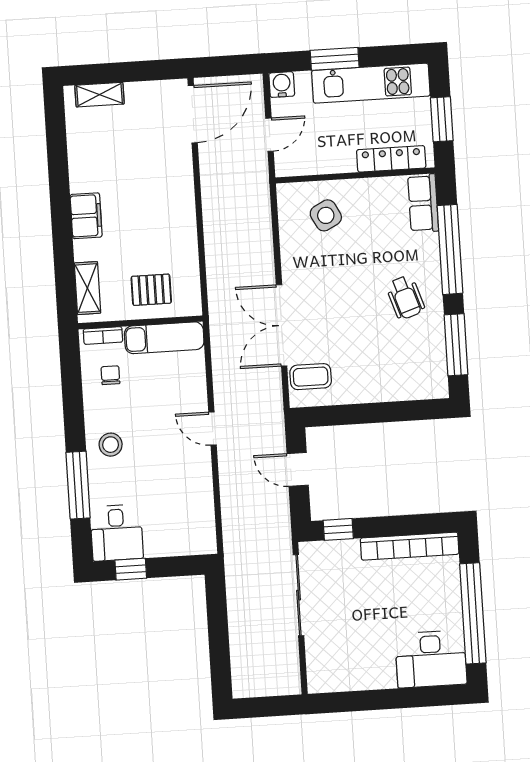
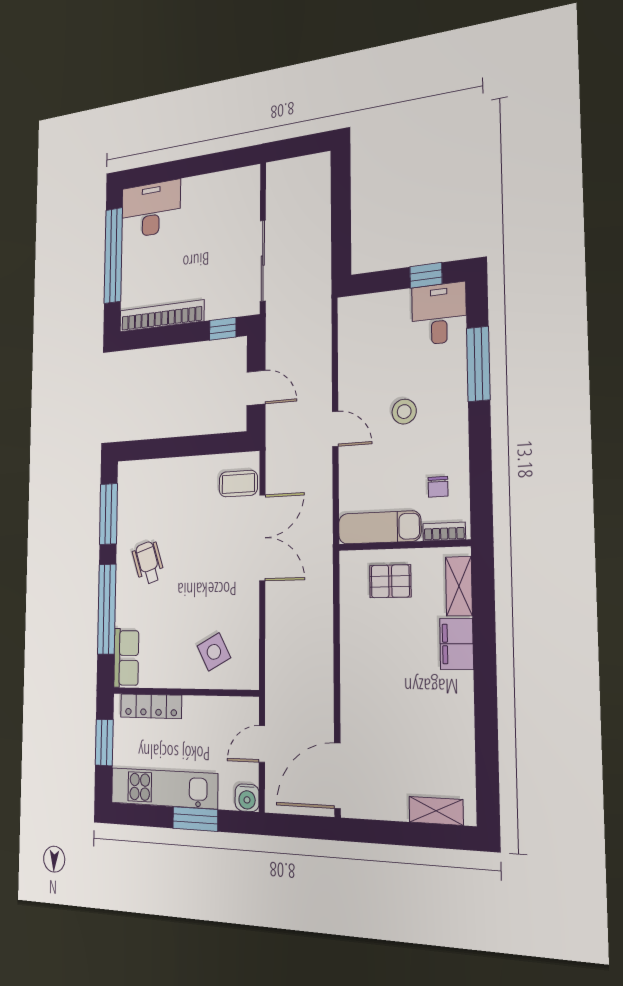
filing cabinet: (86, 216) -> (456, 644), moved
stool: (111, 445) -> (404, 412), moved

